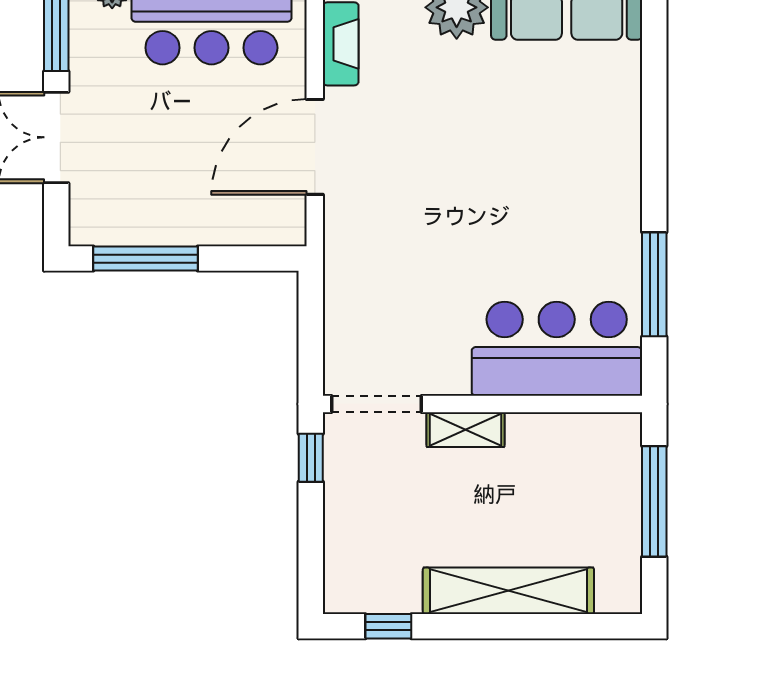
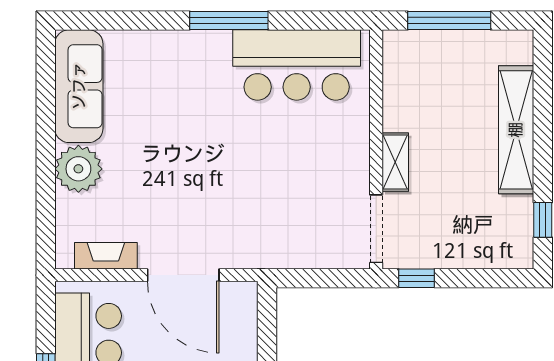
window: (654, 284) -> (229, 21), moved
bar counter: (557, 349) -> (297, 65), moved, turned -90

